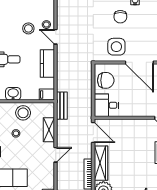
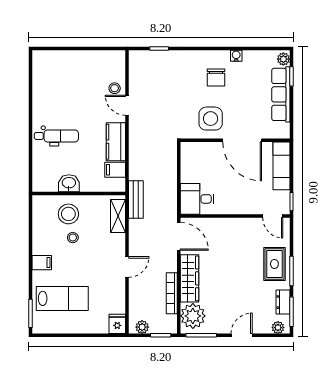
stool: (28, 28) -> (90, 94), removed
chair: (106, 80) -> (196, 165), removed
filing cabinet: (47, 94) -> (115, 170), moved
stool: (23, 113) -> (68, 214), moved
shelving: (49, 130) -> (118, 216), moved

